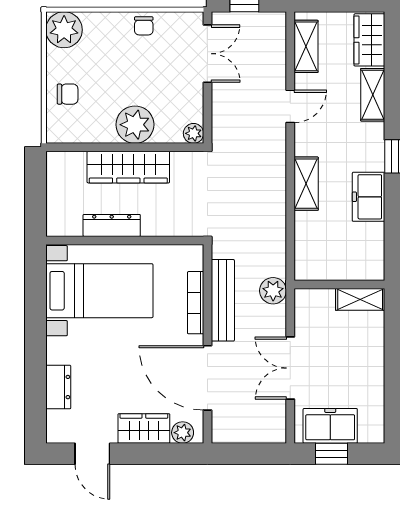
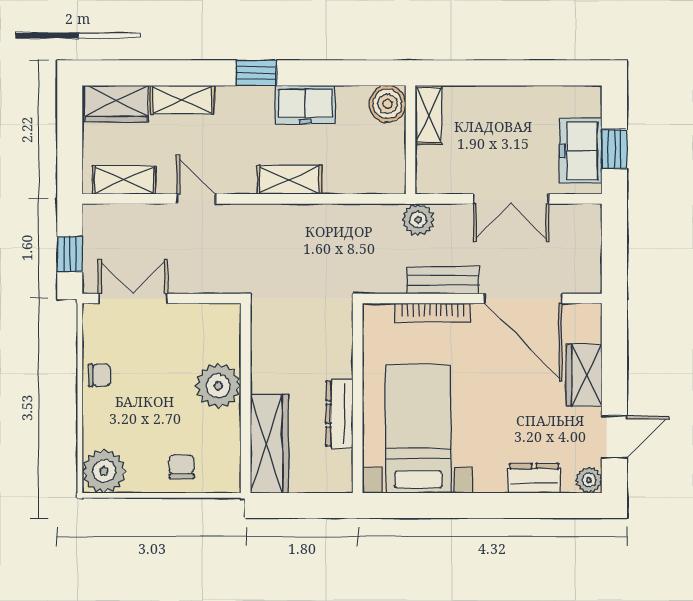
plant: (194, 133) -> (229, 315), removed
wardrobe: (128, 167) -> (269, 444), moved
boiler: (369, 265) -> (387, 104), added
bench: (223, 300) -> (443, 280), width x0.73
door: (207, 378) -> (523, 299), hinge flipped
plant: (183, 433) -> (589, 480), moved

